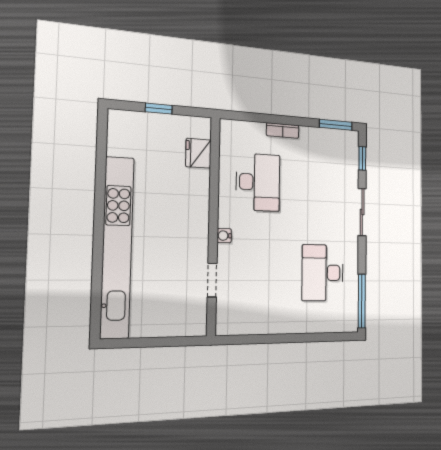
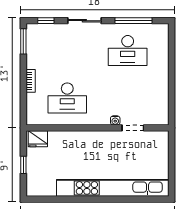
fridge: (198, 153) -> (38, 139), moved
desk: (258, 182) -> (67, 98), turned 180
water cooler: (224, 236) -> (115, 120), moved
window: (362, 301) -> (133, 21), moved

